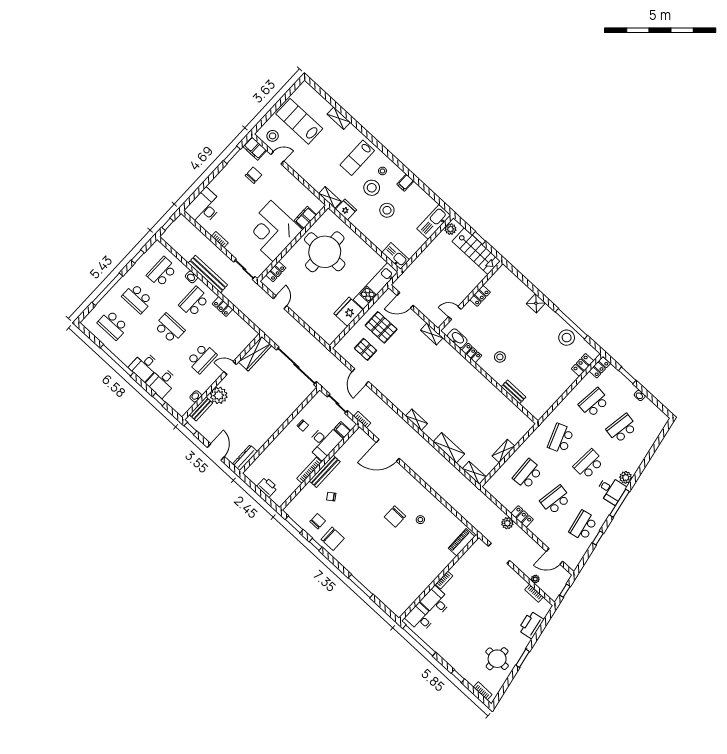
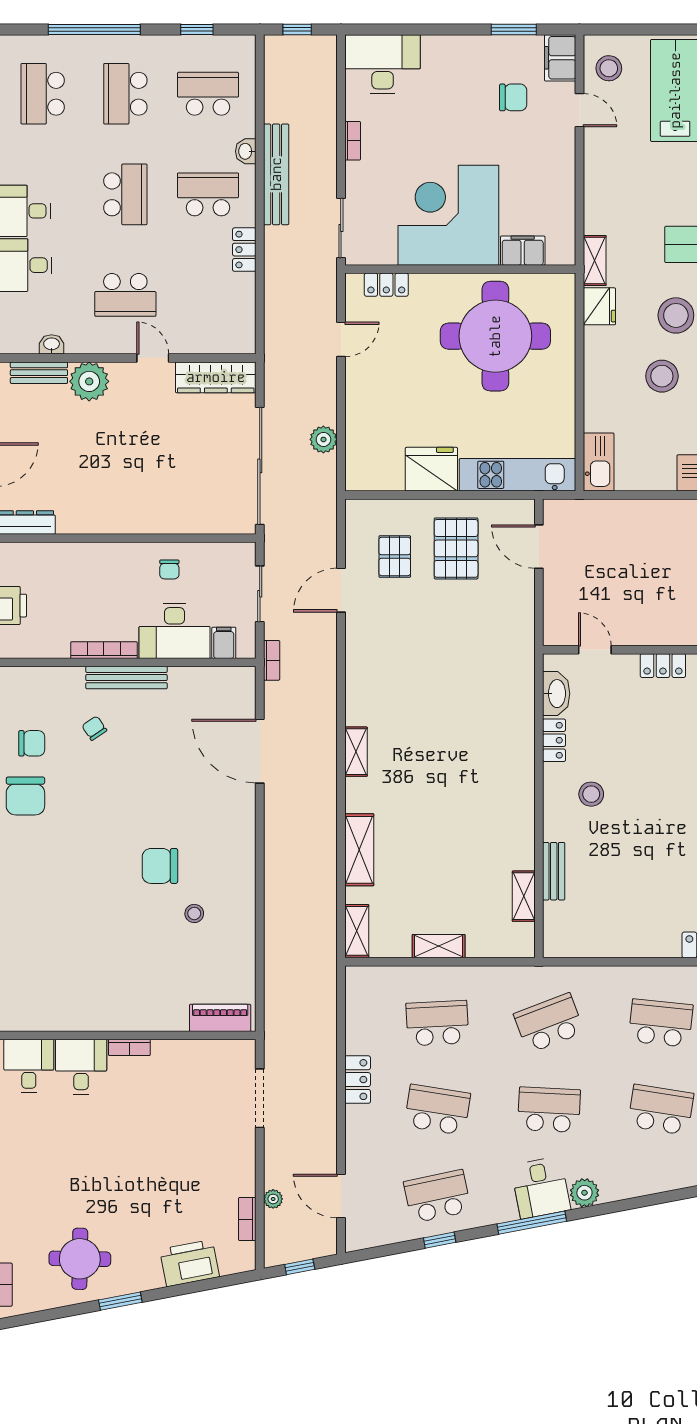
shelving: (432, 334) -> (524, 896), moved
plant: (507, 523) -> (323, 439), moved

